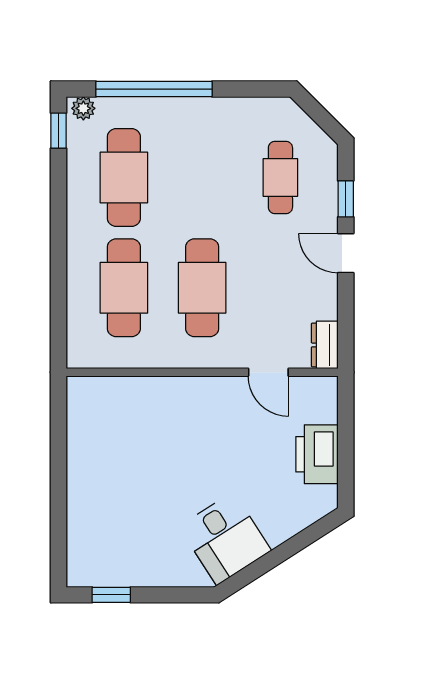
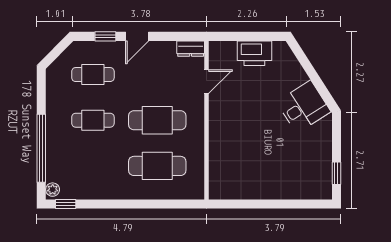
cafe table: (124, 178) -> (93, 120), moved, width x0.73, depth x0.74

